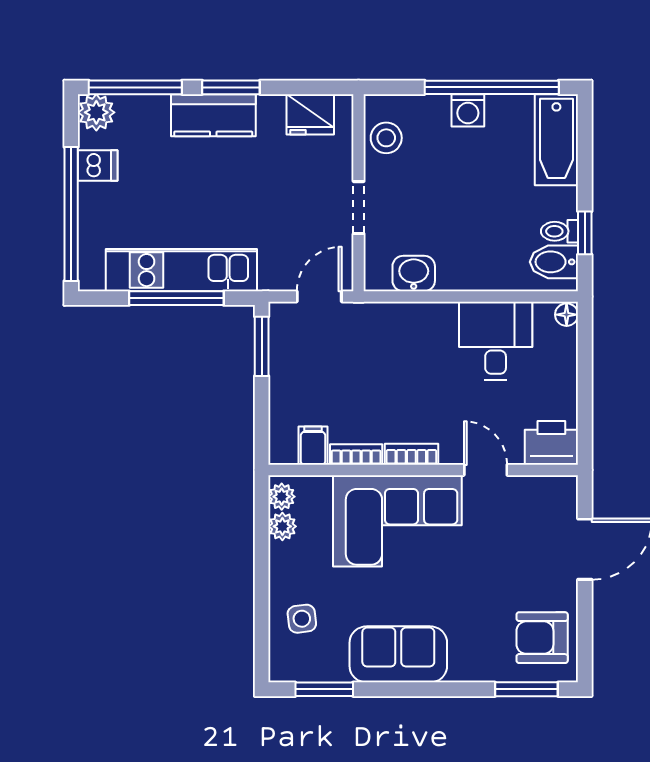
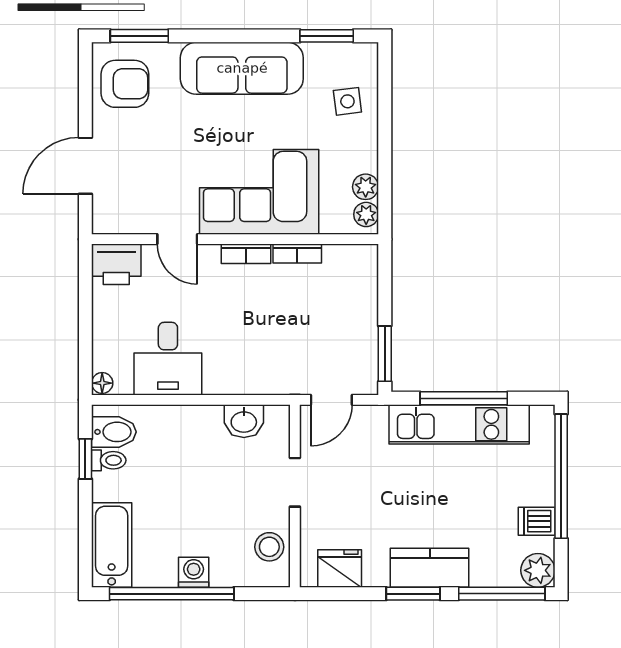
filing cabinet: (313, 446) -> (337, 262), removed
sofa: (398, 654) -> (242, 68), width x1.36

